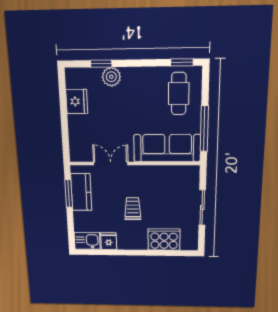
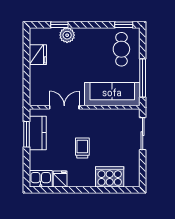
sliding door: (202, 208) -> (143, 134), moved

